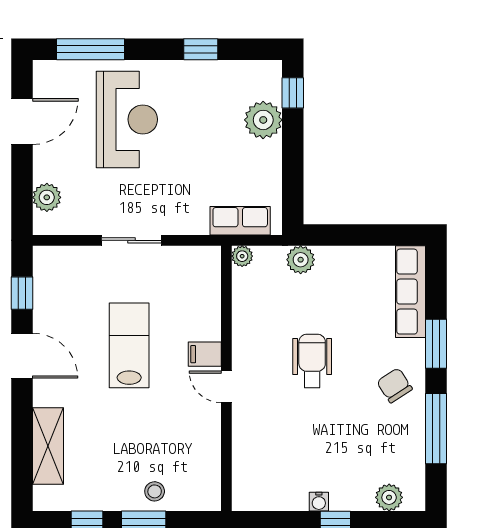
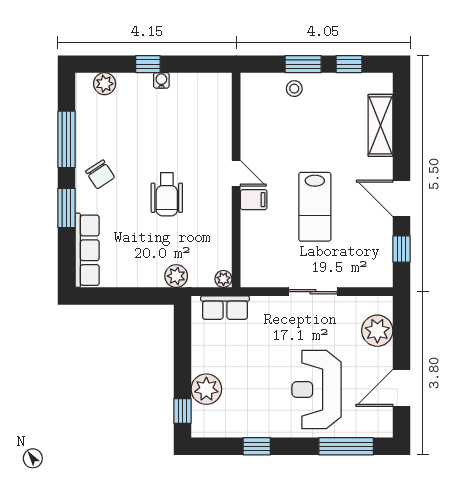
plant: (47, 197) -> (377, 331), width x1.36, depth x1.36

